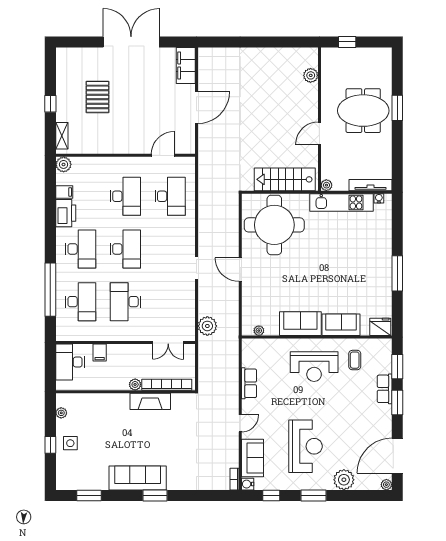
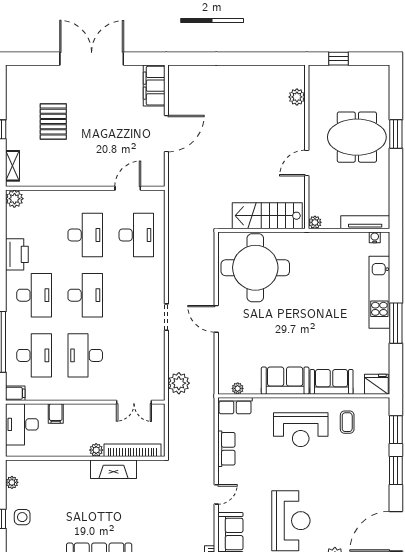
filing cabinet: (64, 192) -> (15, 393), moved
kitchen unit: (341, 202) -> (379, 292), moved, turned 90
row of seats: (385, 389) -> (235, 406), moved, turned -90

